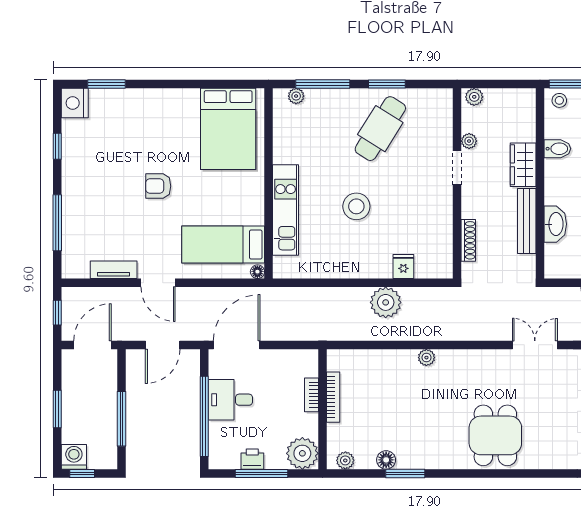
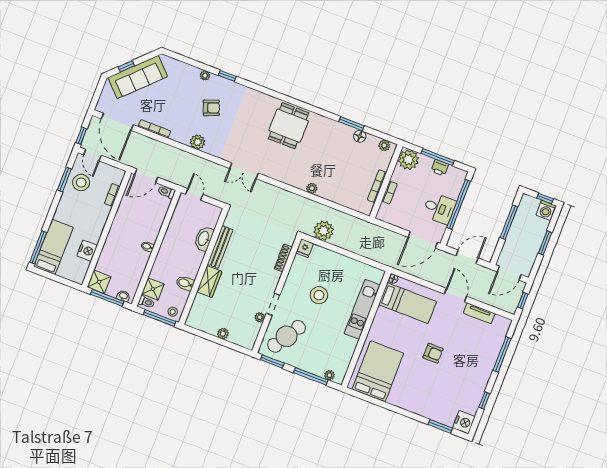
plant: (469, 141) -> (260, 317), moved
doorway: (457, 168) -> (273, 304), moved
wall: (457, 183) -> (277, 295), moved
shoe rack: (468, 240) -> (283, 258), moved

